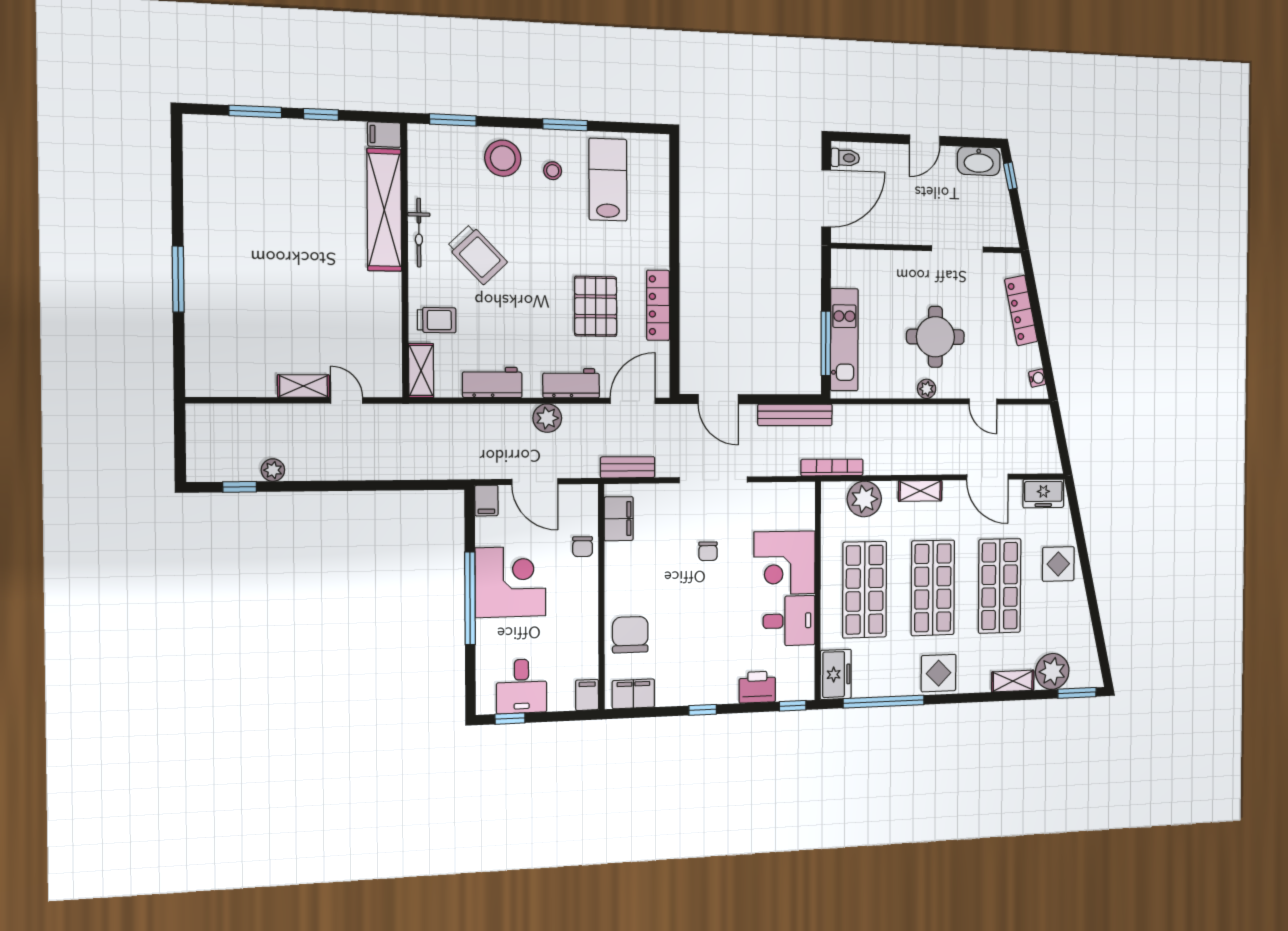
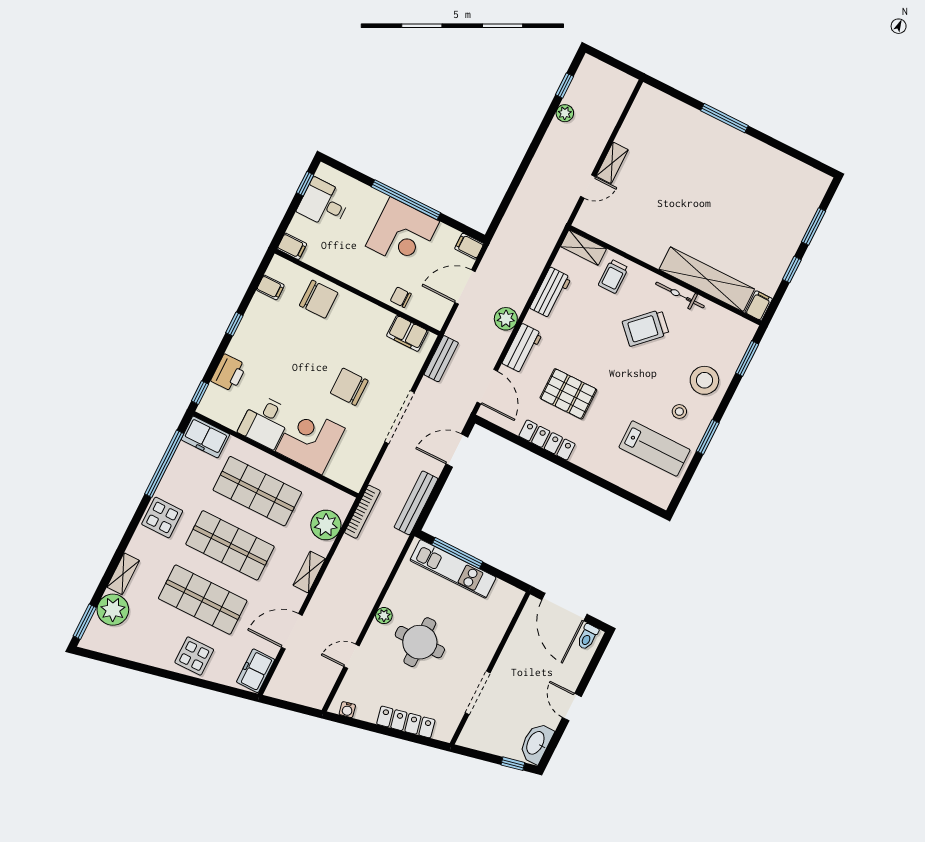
chair: (708, 551) -> (349, 387), width x1.87, depth x1.87
filing cabinet: (633, 694) -> (270, 287), width x0.50

